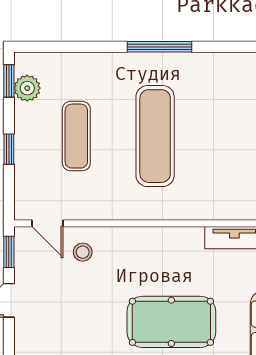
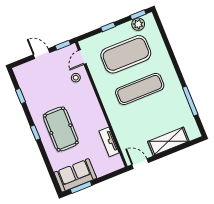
window: (160, 47) -> (190, 101), moved
exercise mat: (76, 136) -> (126, 54), width x2.00, depth x1.45

